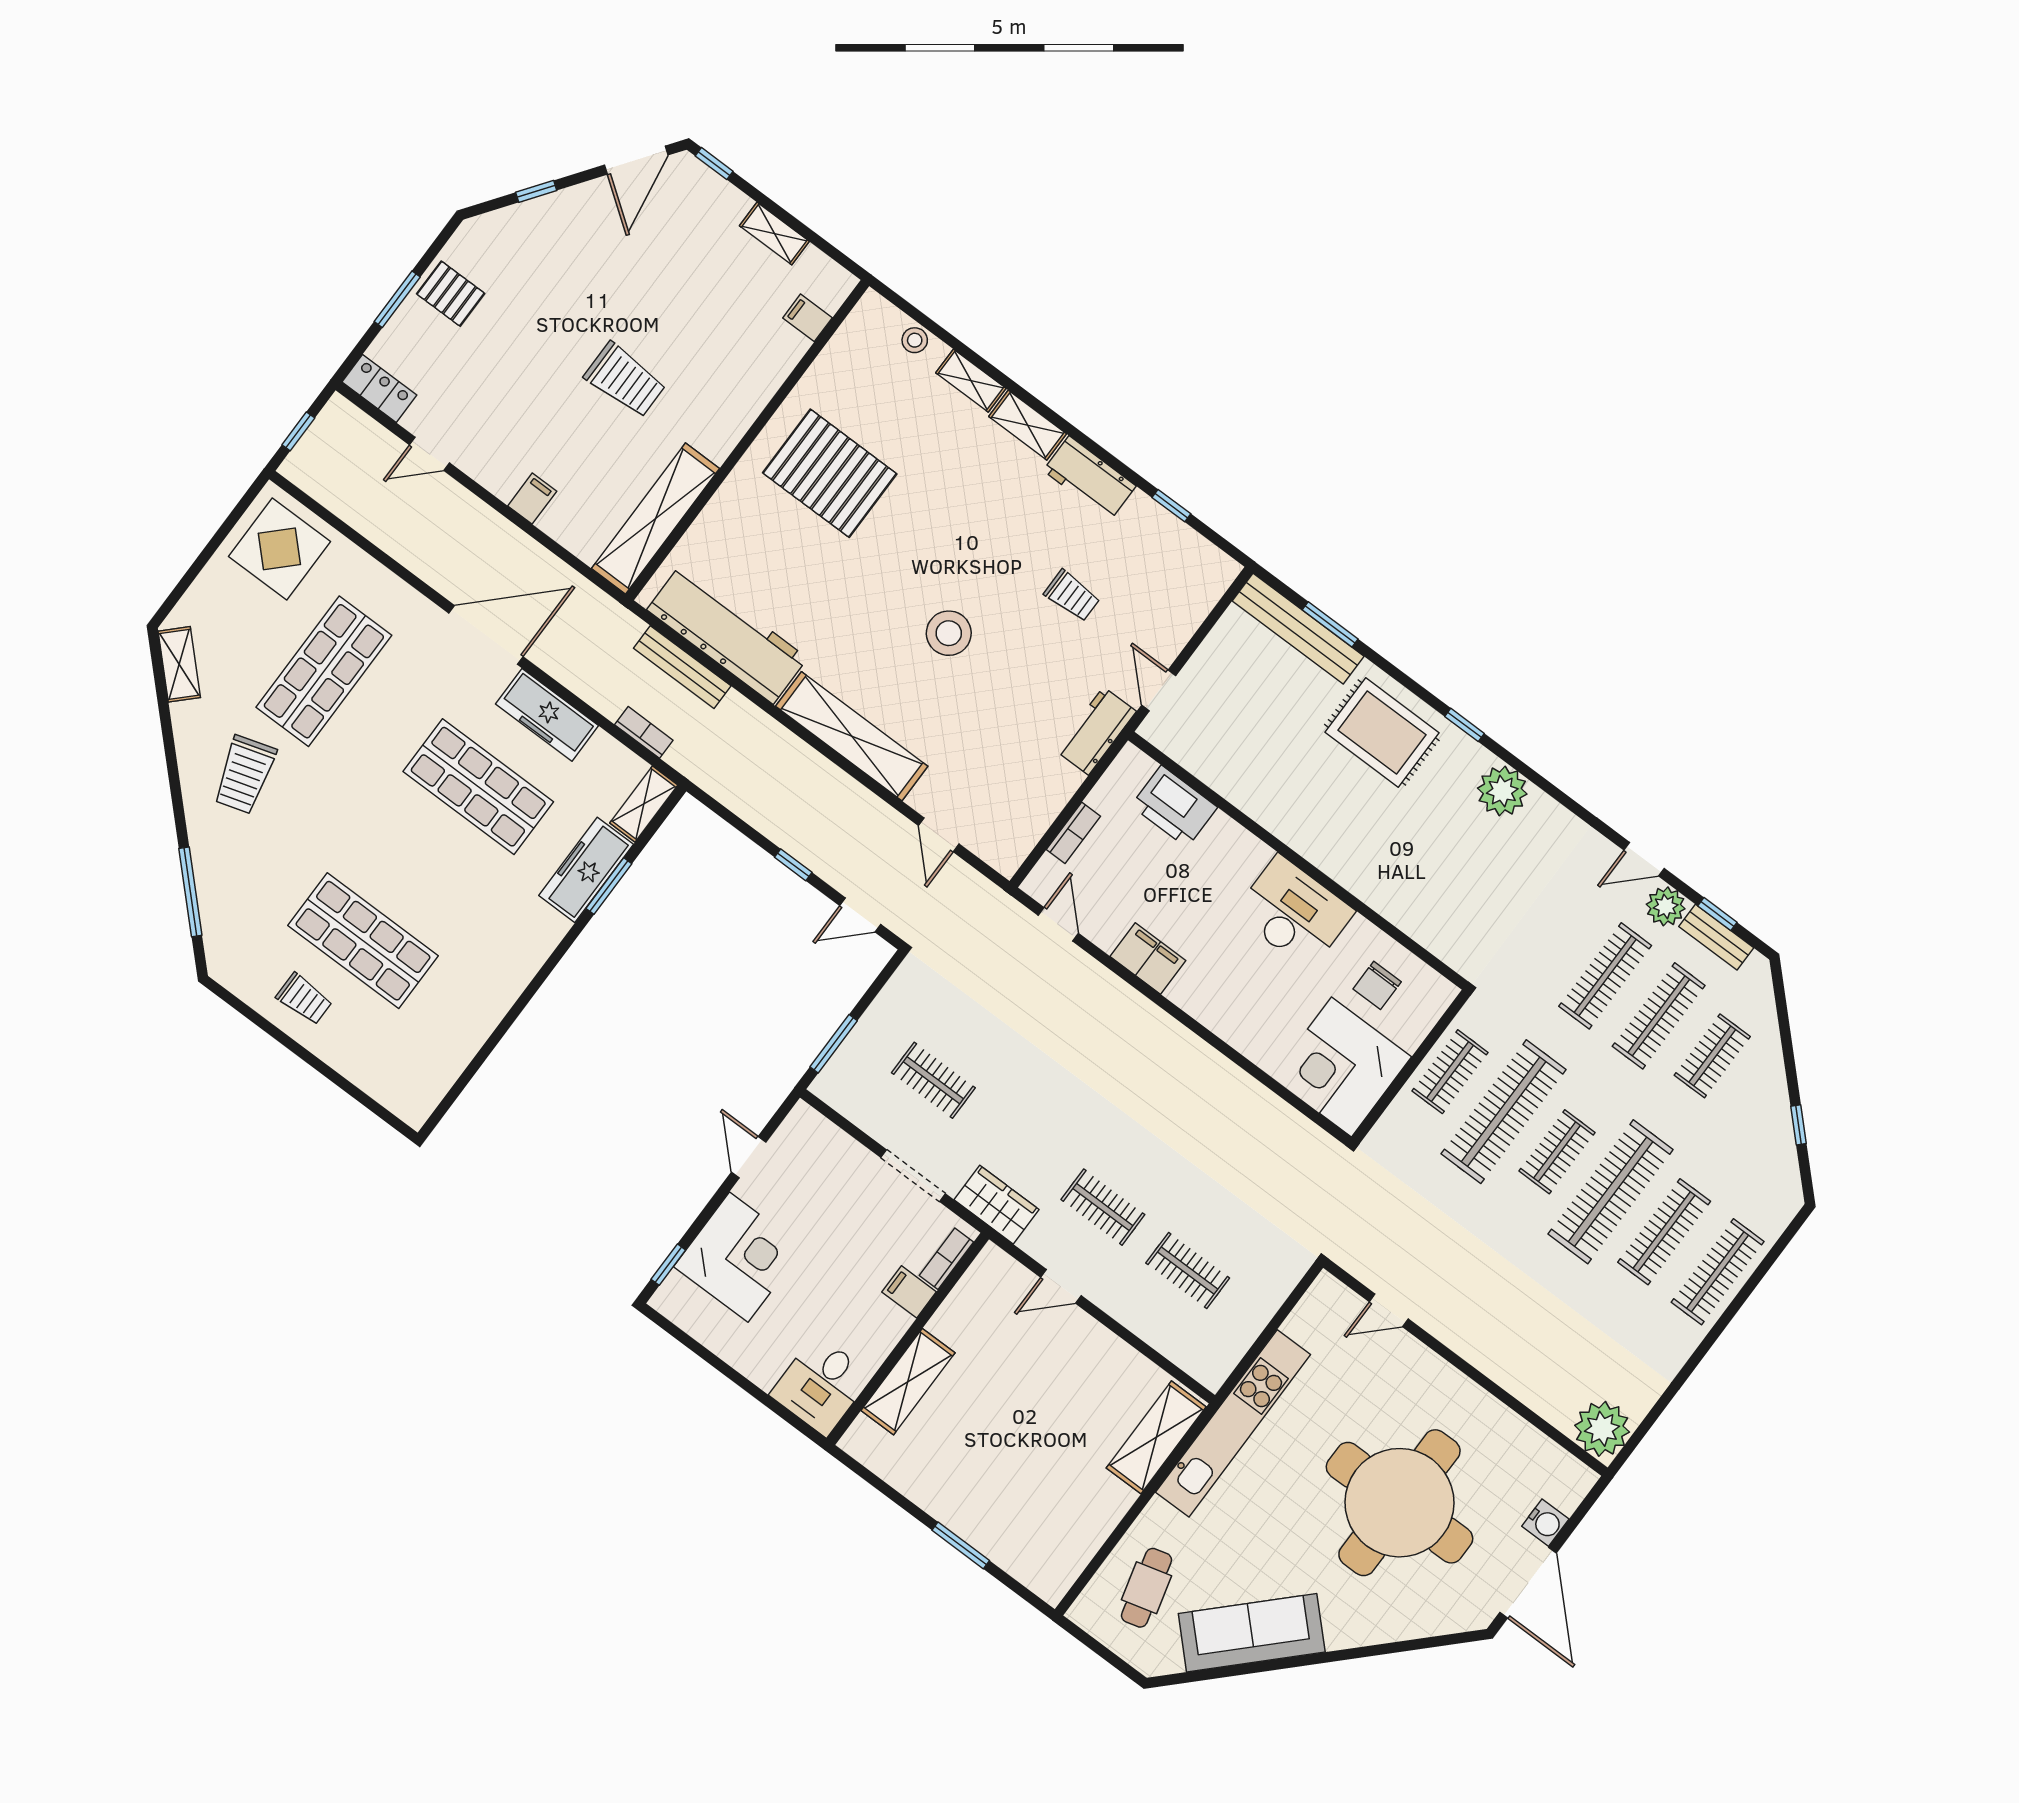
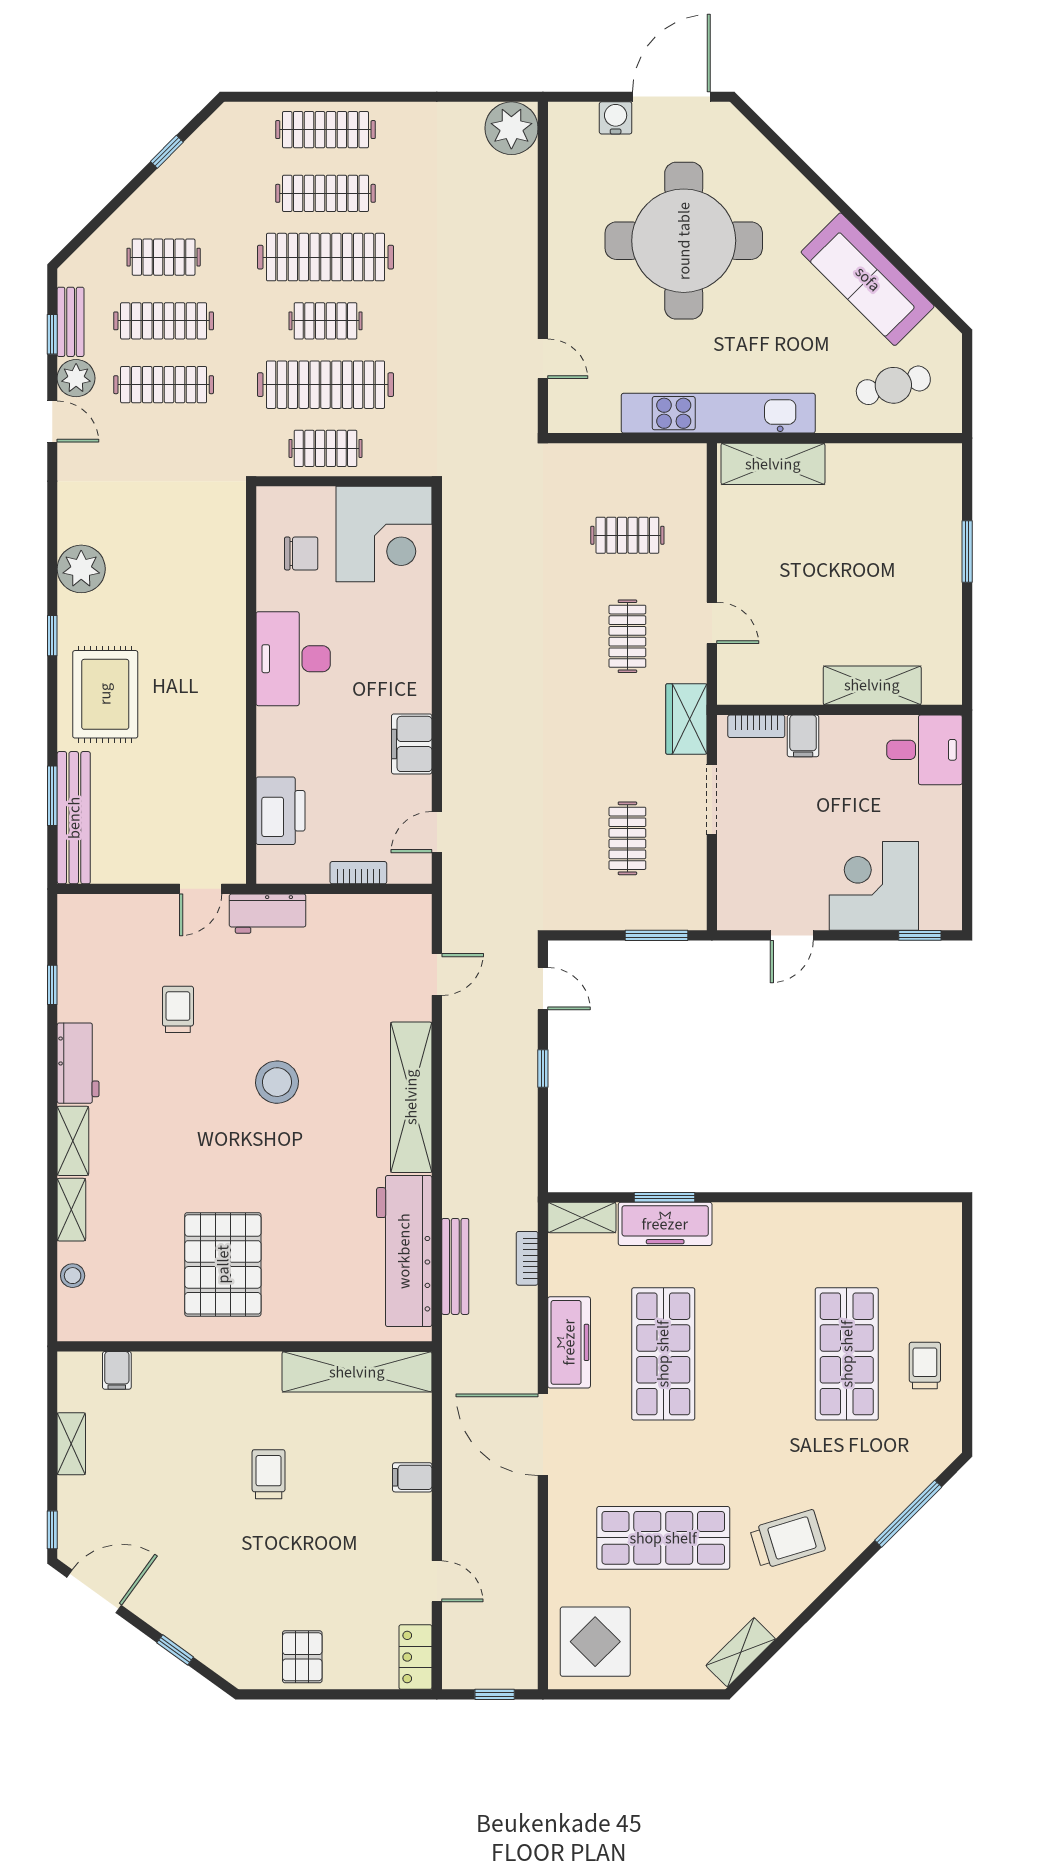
window: (397, 299) -> (337, 1694), removed
trolley: (625, 380) -> (269, 1474), width x0.73, depth x0.72
clothes rail: (1188, 1270) -> (627, 535), turned 90

